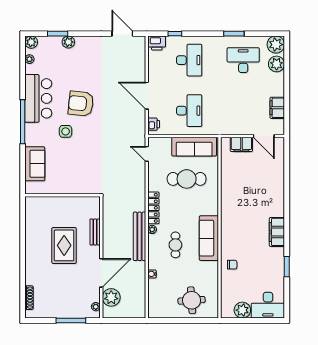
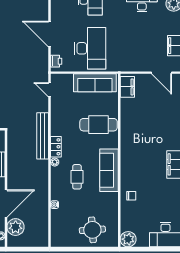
desk: (189, 111) -> (90, 48), width x1.36, depth x1.30
filing cabinet: (241, 144) -> (127, 87), moved, turned -90
cafe table: (187, 179) -> (99, 125), moved
locker: (153, 208) -> (56, 147), width x0.66
bench: (140, 236) -> (43, 136), moved
plant: (242, 310) -> (128, 239), moved

